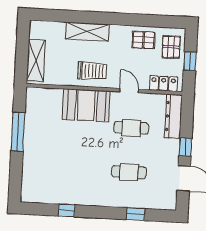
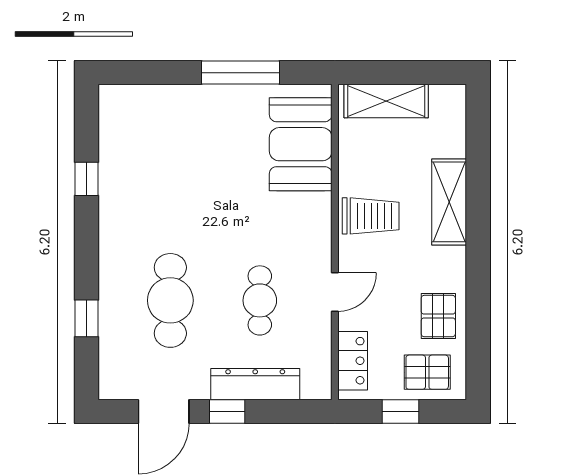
trolley: (92, 71) -> (371, 216), turned -90
booth: (86, 105) -> (301, 144), moved
dresser: (173, 116) -> (255, 384), moved
cafe table: (129, 172) -> (170, 300), width x1.37, depth x1.35

